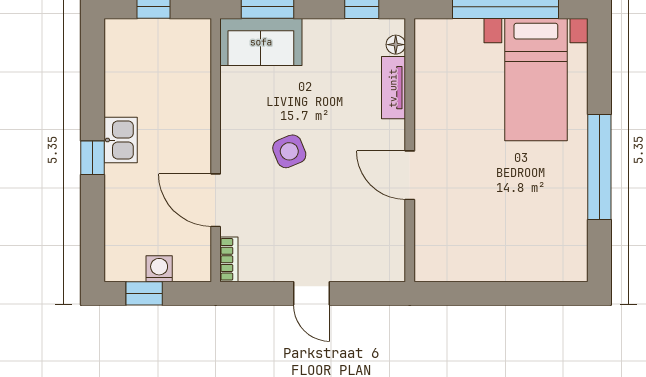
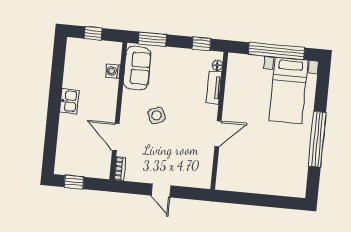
sofa: (261, 42) -> (137, 68), moved, turned -90
window: (93, 158) -> (54, 109), removed
door: (410, 175) -> (218, 134), swing flipped
washing machine: (159, 269) -> (113, 71), moved, turned -90

